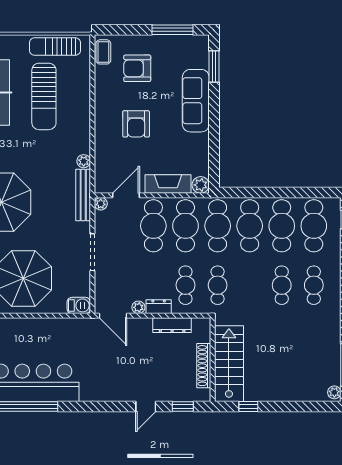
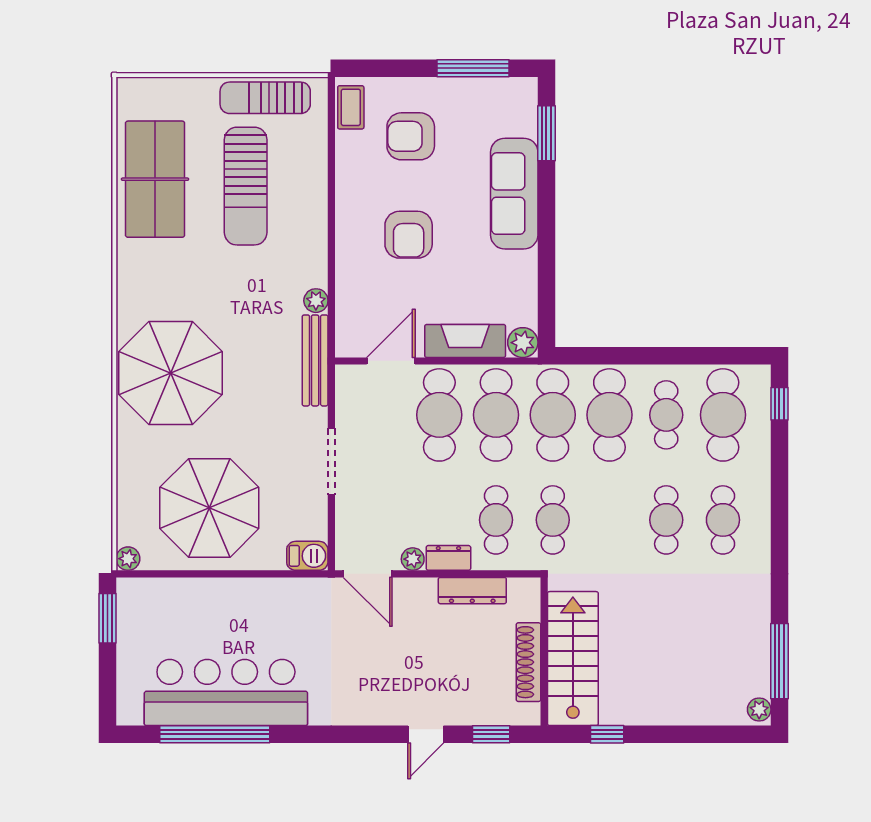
plant: (101, 204) -> (346, 376), removed
cafe table: (282, 226) -> (666, 415), width x0.73, depth x0.74

